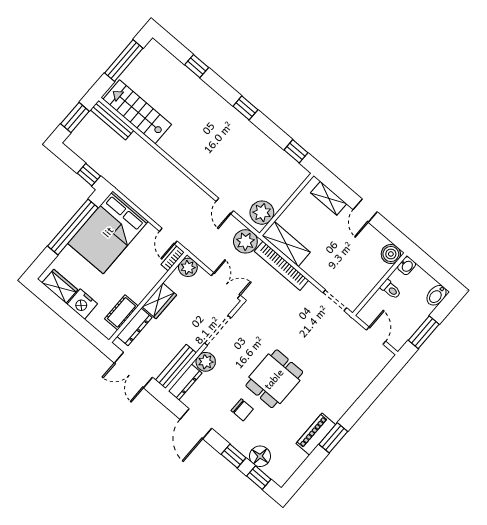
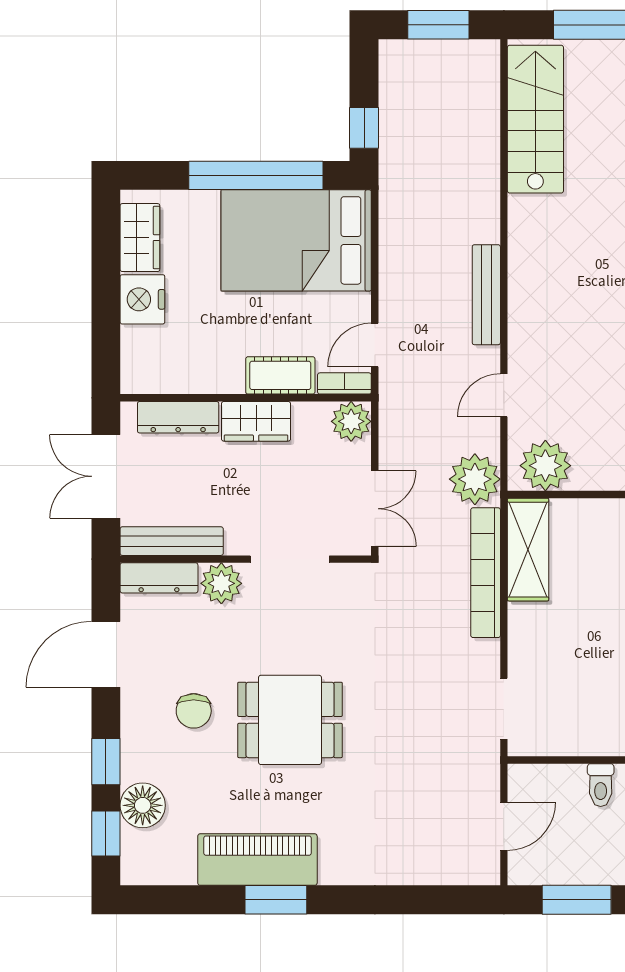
bench: (112, 120) -> (486, 295), moved
cot: (121, 312) -> (280, 375), moved
piano: (316, 434) -> (257, 860), width x1.37, depth x1.33

